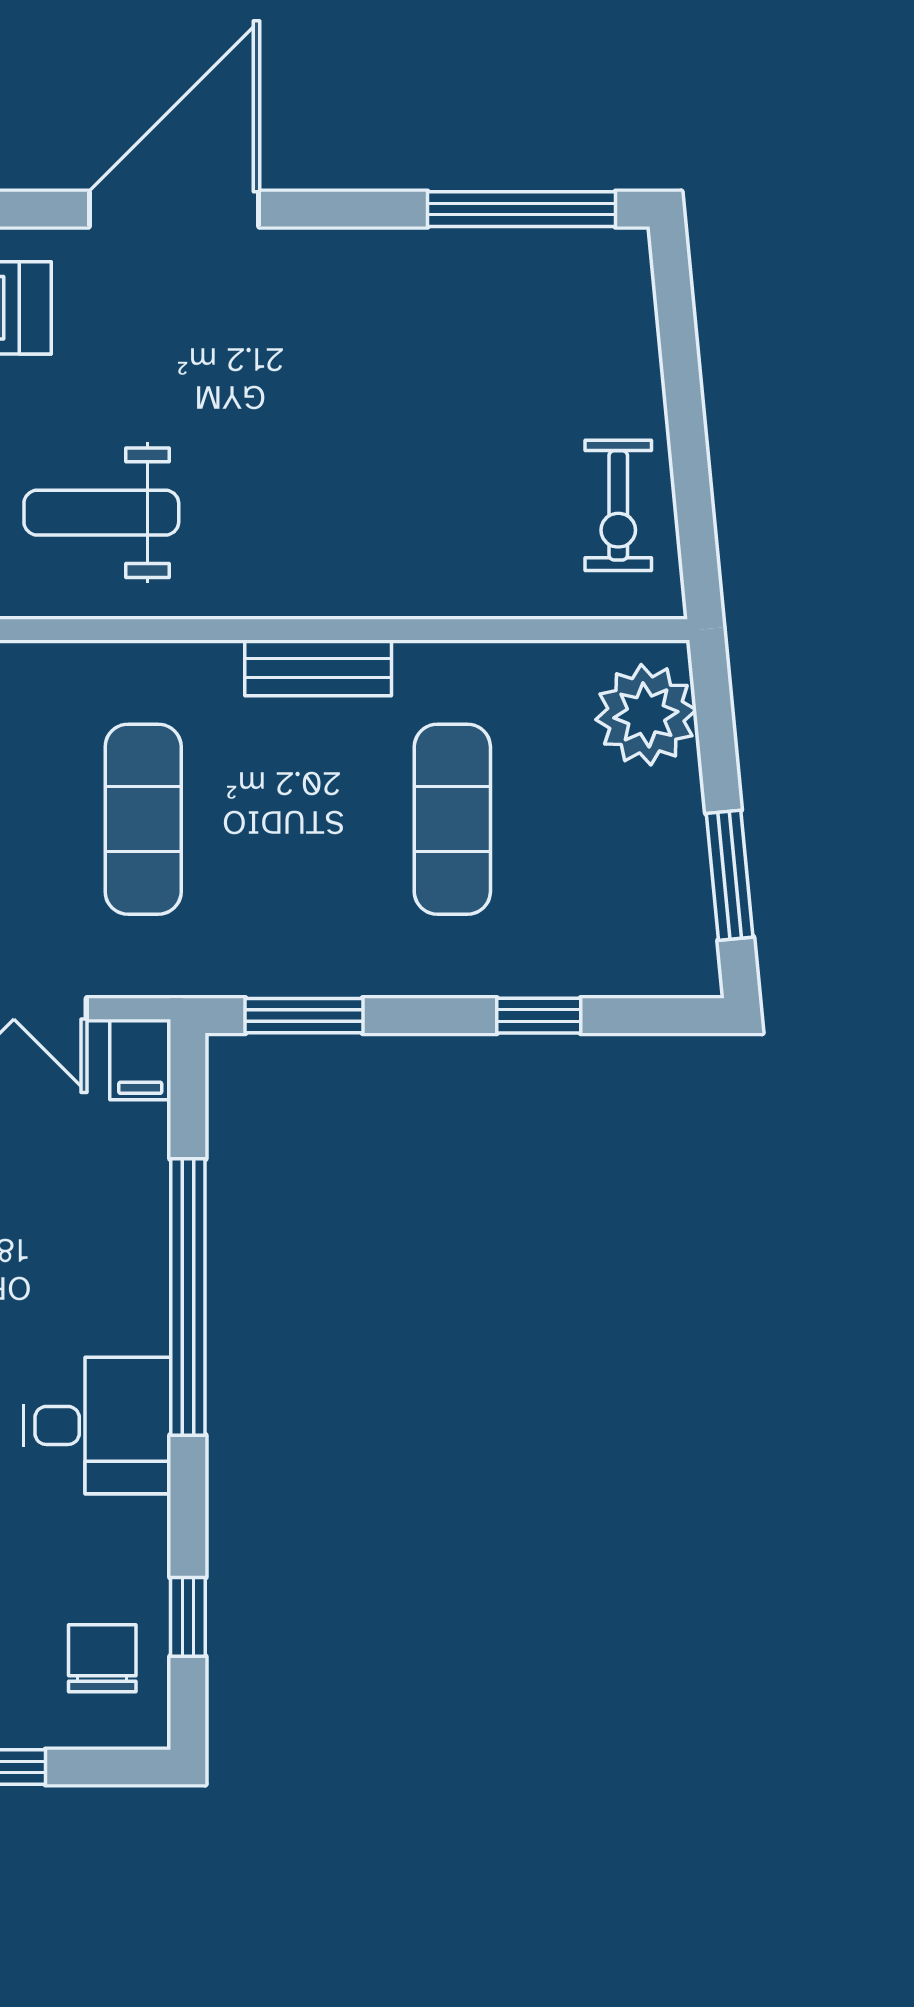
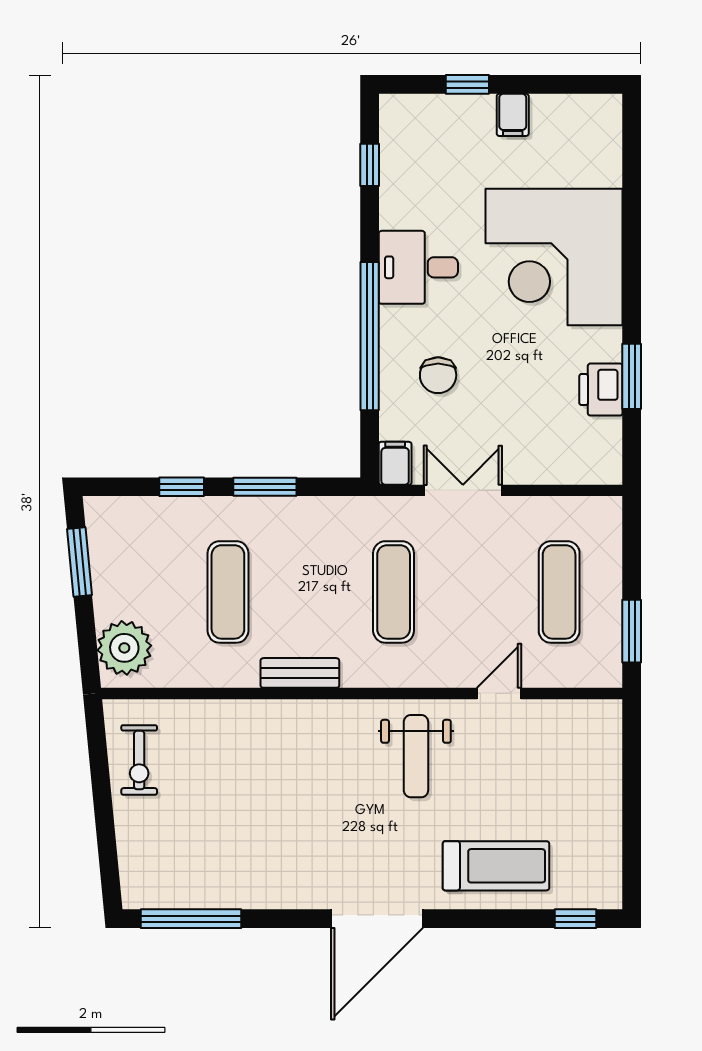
exercise bike: (618, 505) -> (139, 760), turned 180
weight bench: (101, 513) -> (416, 756), turned 90
window: (304, 1016) -> (265, 487), moved
chair: (102, 1658) -> (438, 375), moved

